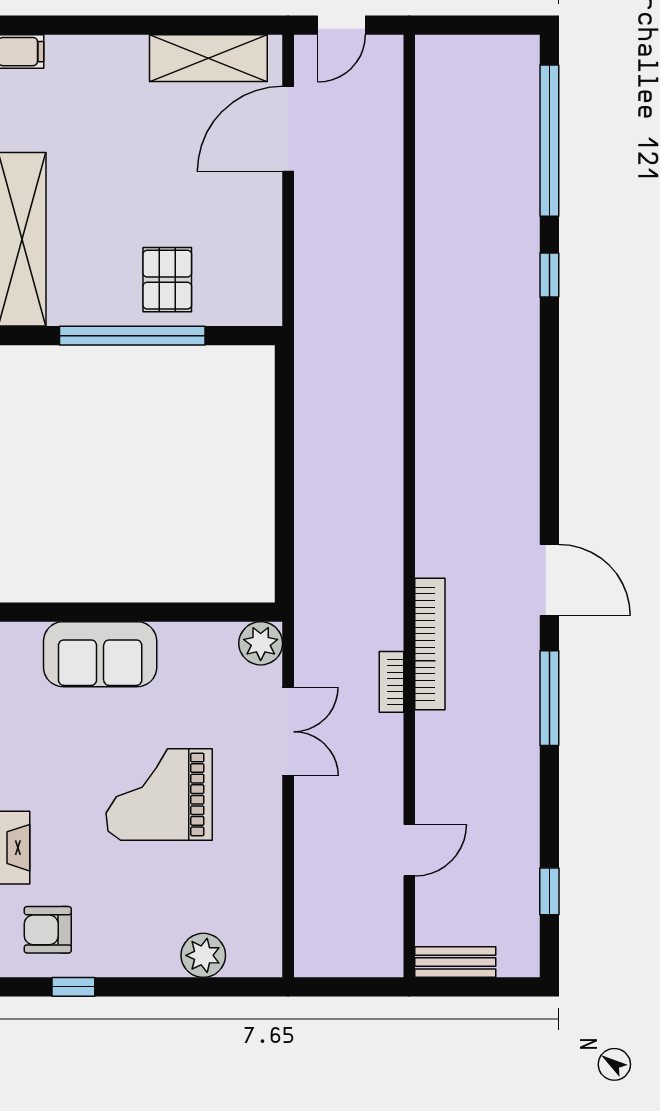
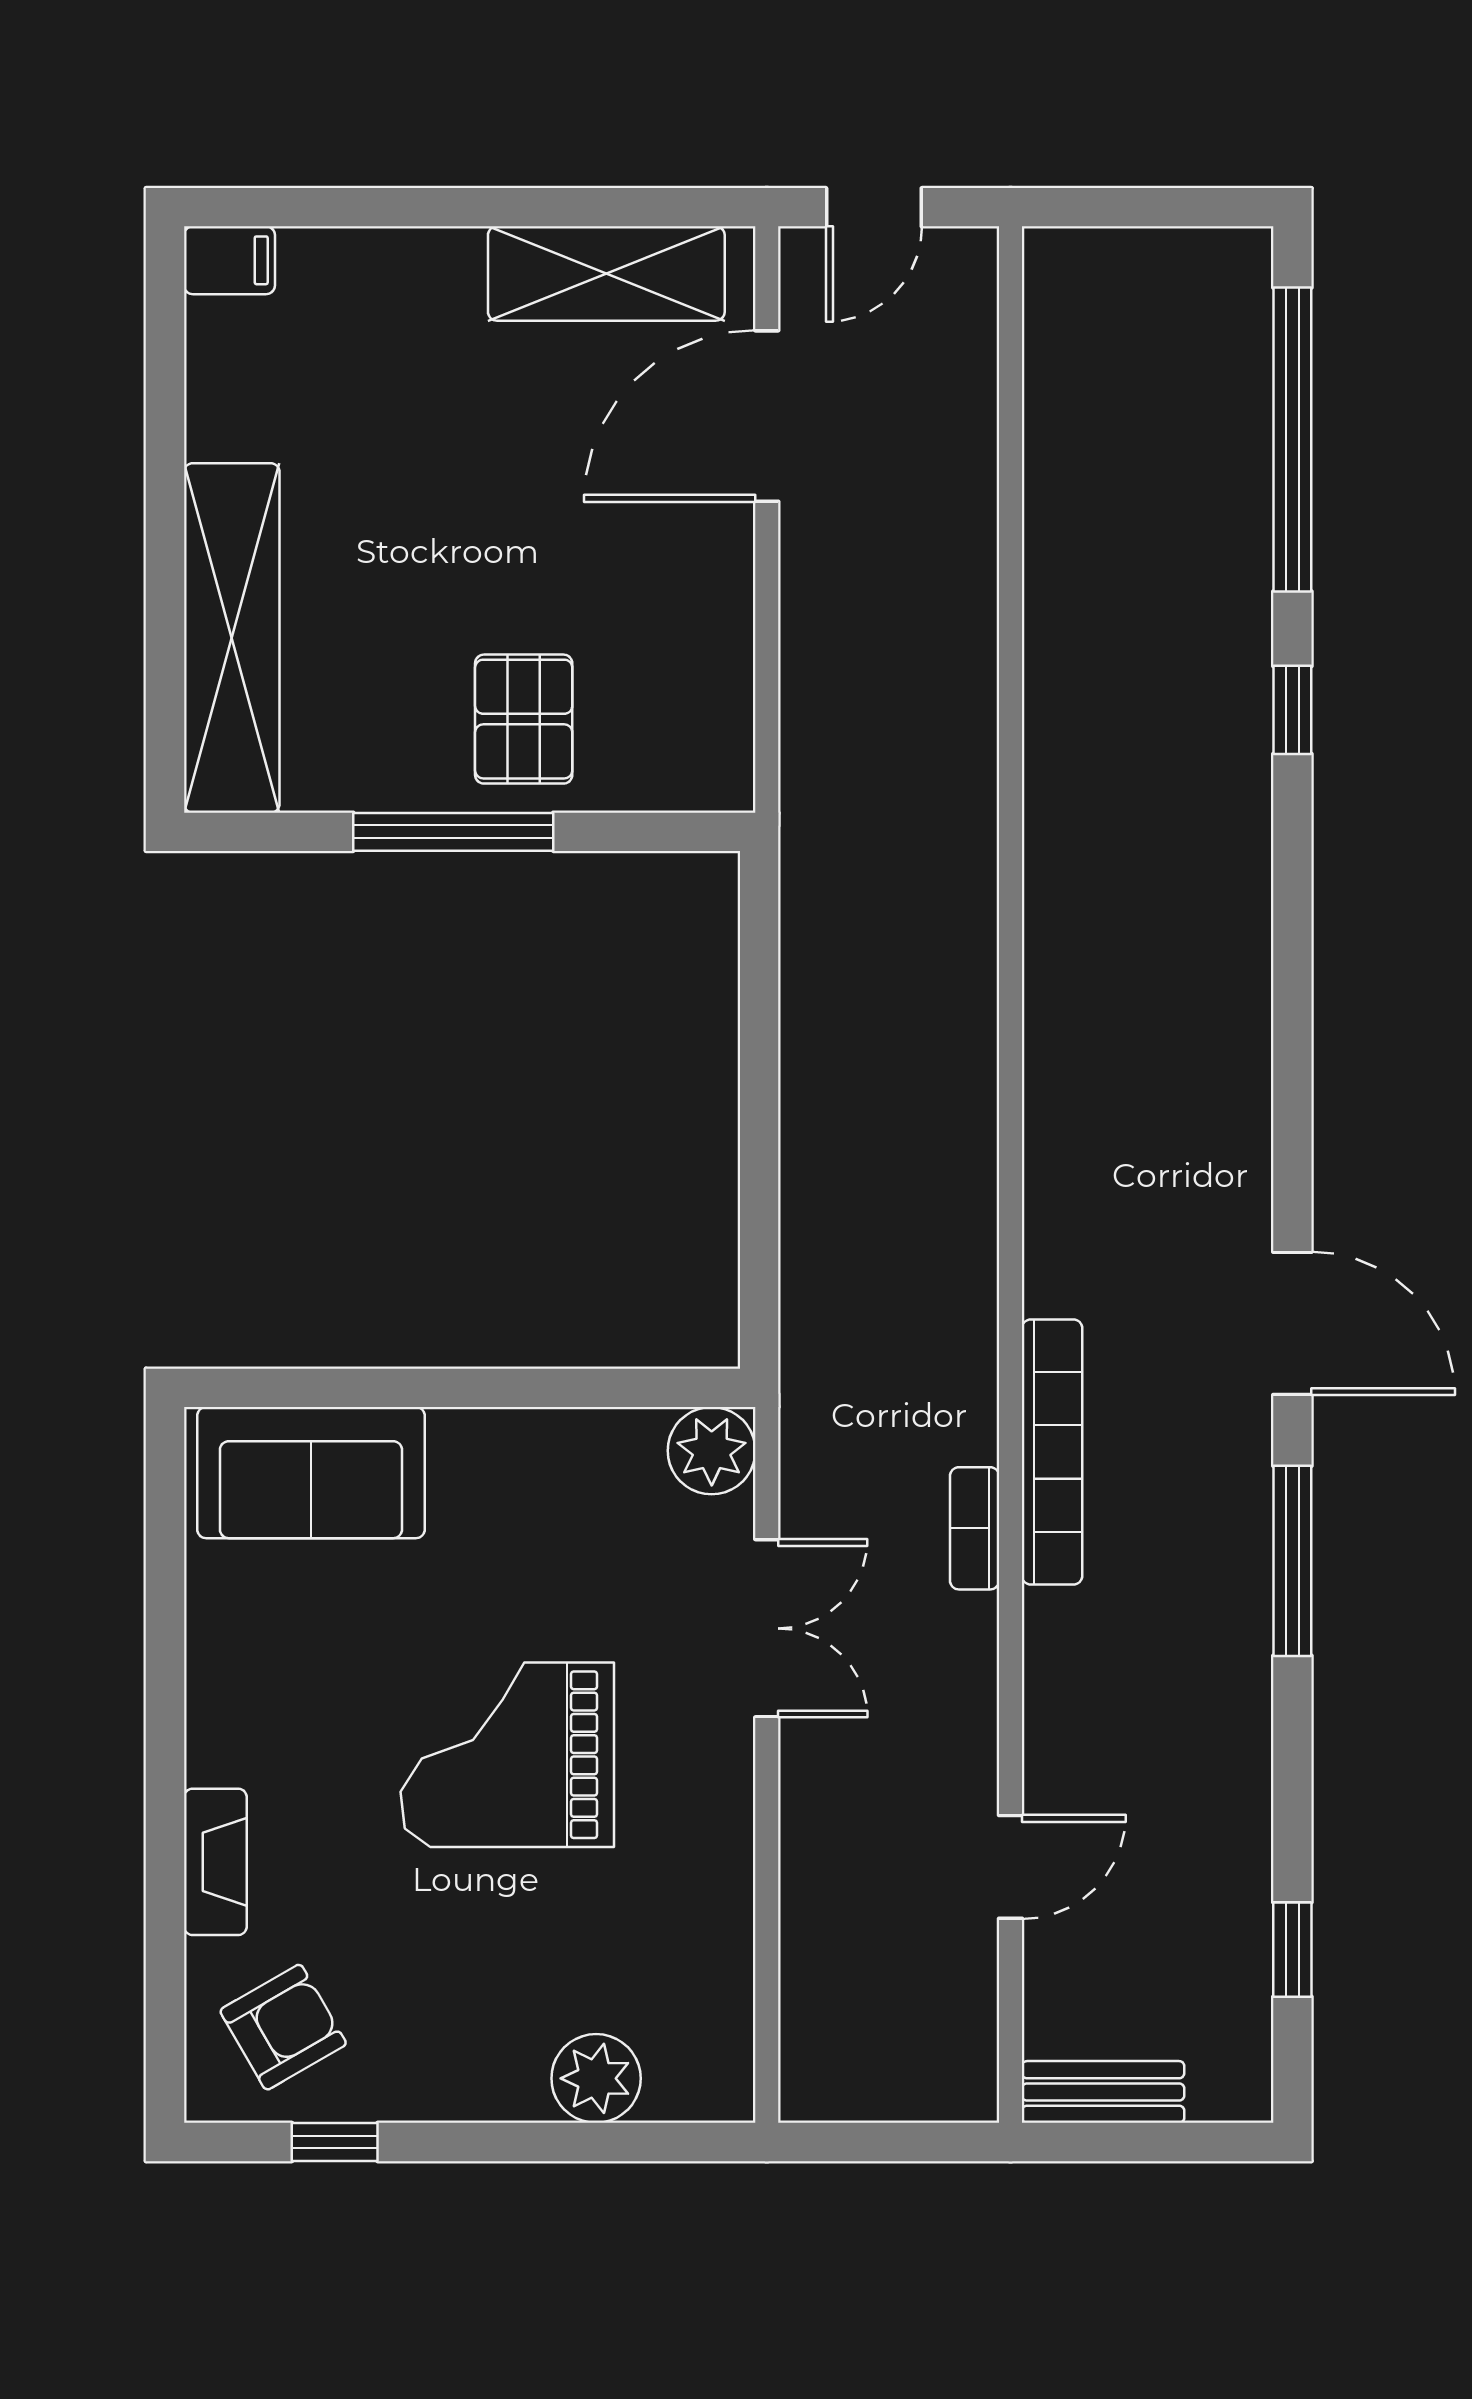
window: (132, 336) -> (453, 832), width x0.68
sofa: (100, 654) -> (311, 1473), moved
armchair: (48, 930) -> (283, 2027), turned 150

